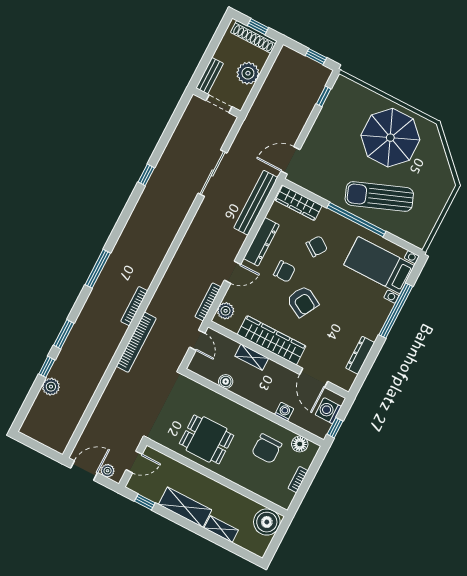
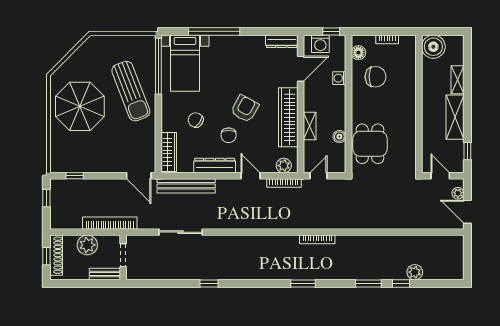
window: (356, 220) -> (158, 66), moved
window: (98, 269) -> (303, 283), width x0.69
chair: (284, 271) -> (229, 135), turned 180
bookcase: (136, 342) -> (110, 223), moved
dresser: (360, 355) -> (282, 41), moved
dining table: (207, 439) -> (370, 144), moved

